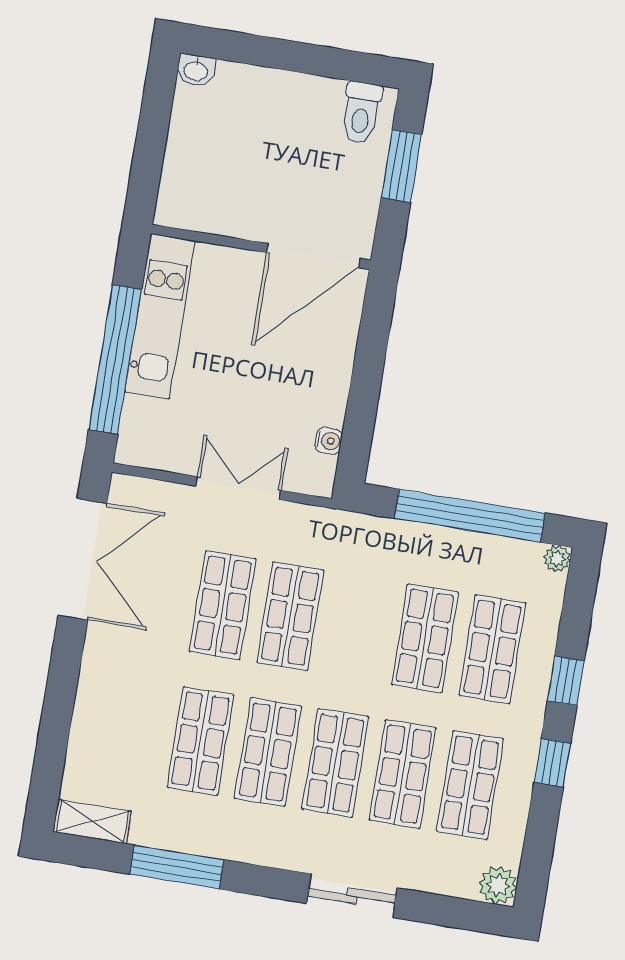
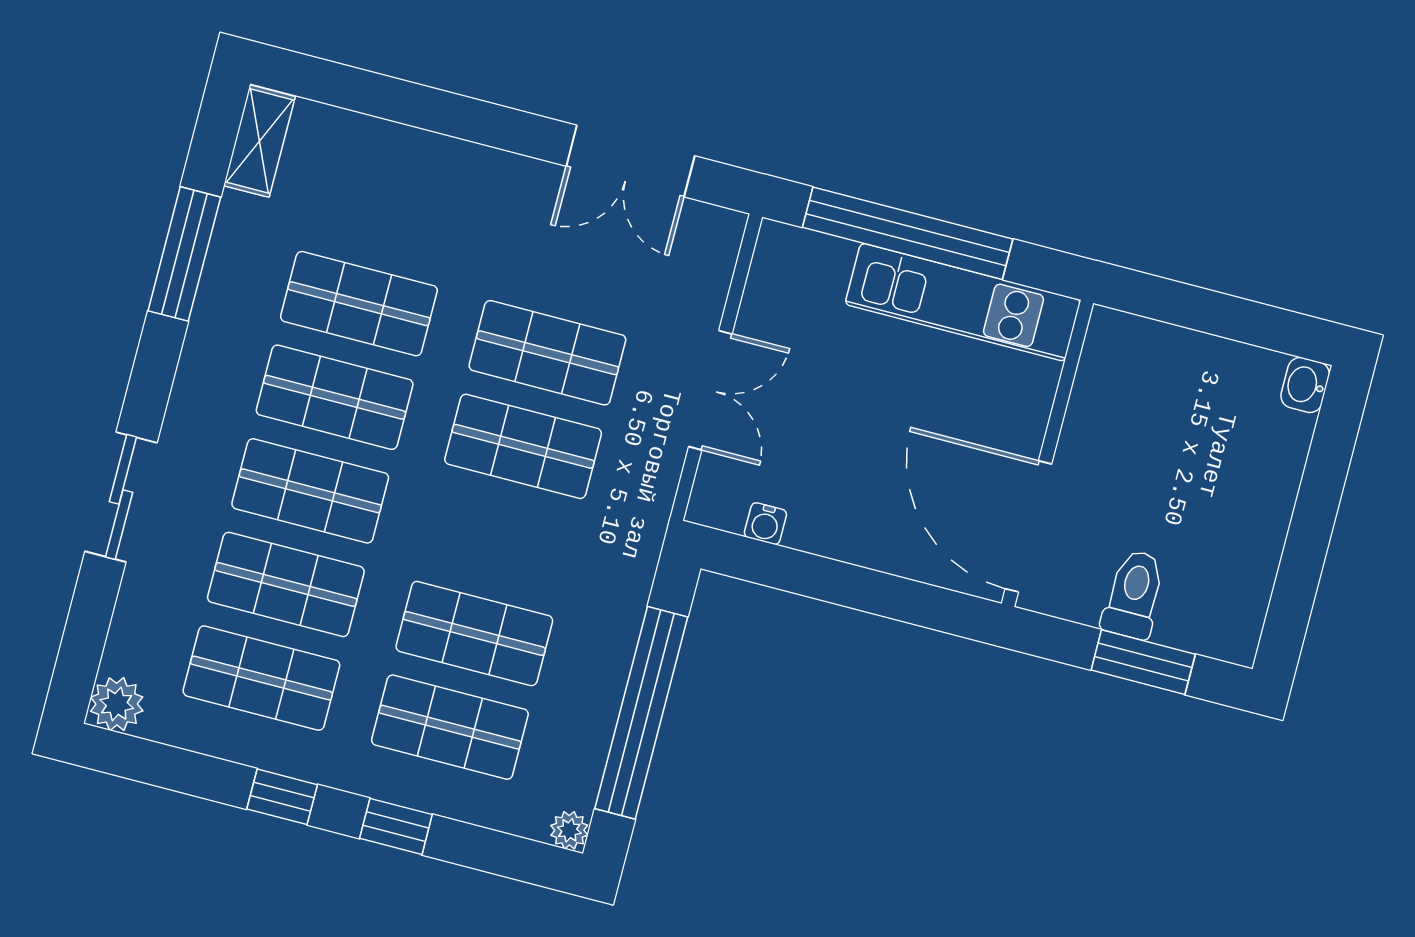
toilet: (361, 113) -> (1134, 594), moved, turned 90
double door: (82, 559) -> (630, 161), width x0.73

